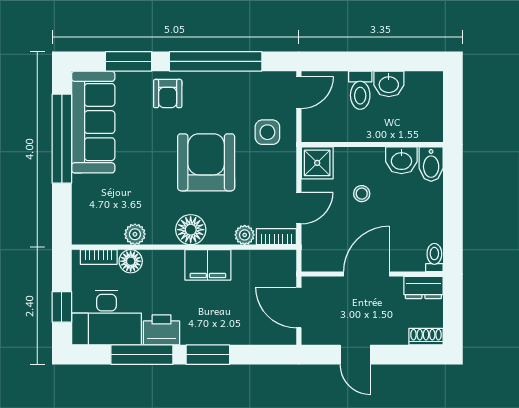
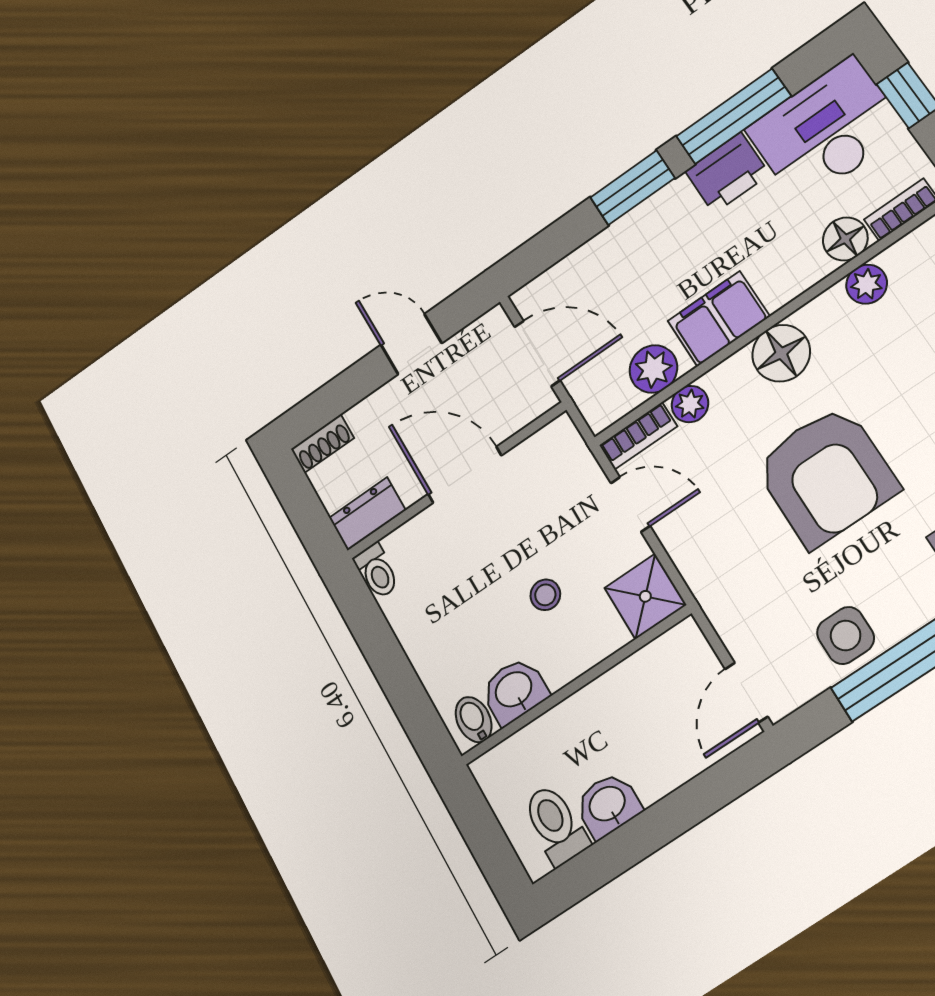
toilet: (360, 90) -> (555, 825), moved
side table: (267, 132) -> (846, 635), moved
bidet: (431, 164) -> (474, 720), width x0.72, depth x0.74
door: (299, 208) -> (630, 504), swing flipped
plant: (251, 262) -> (653, 369), added
door: (366, 274) -> (465, 475), swing flipped

